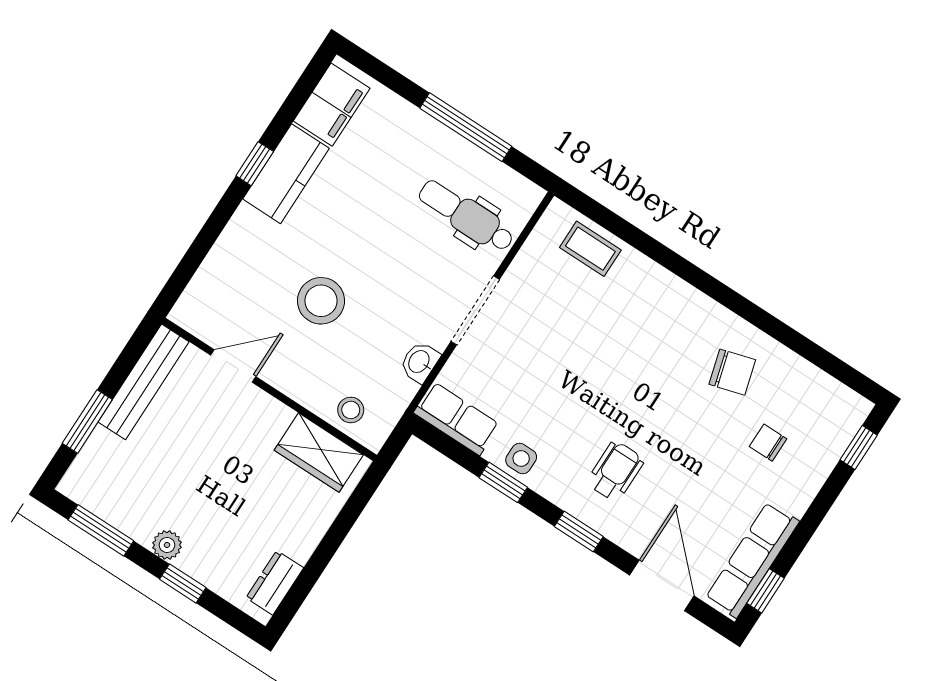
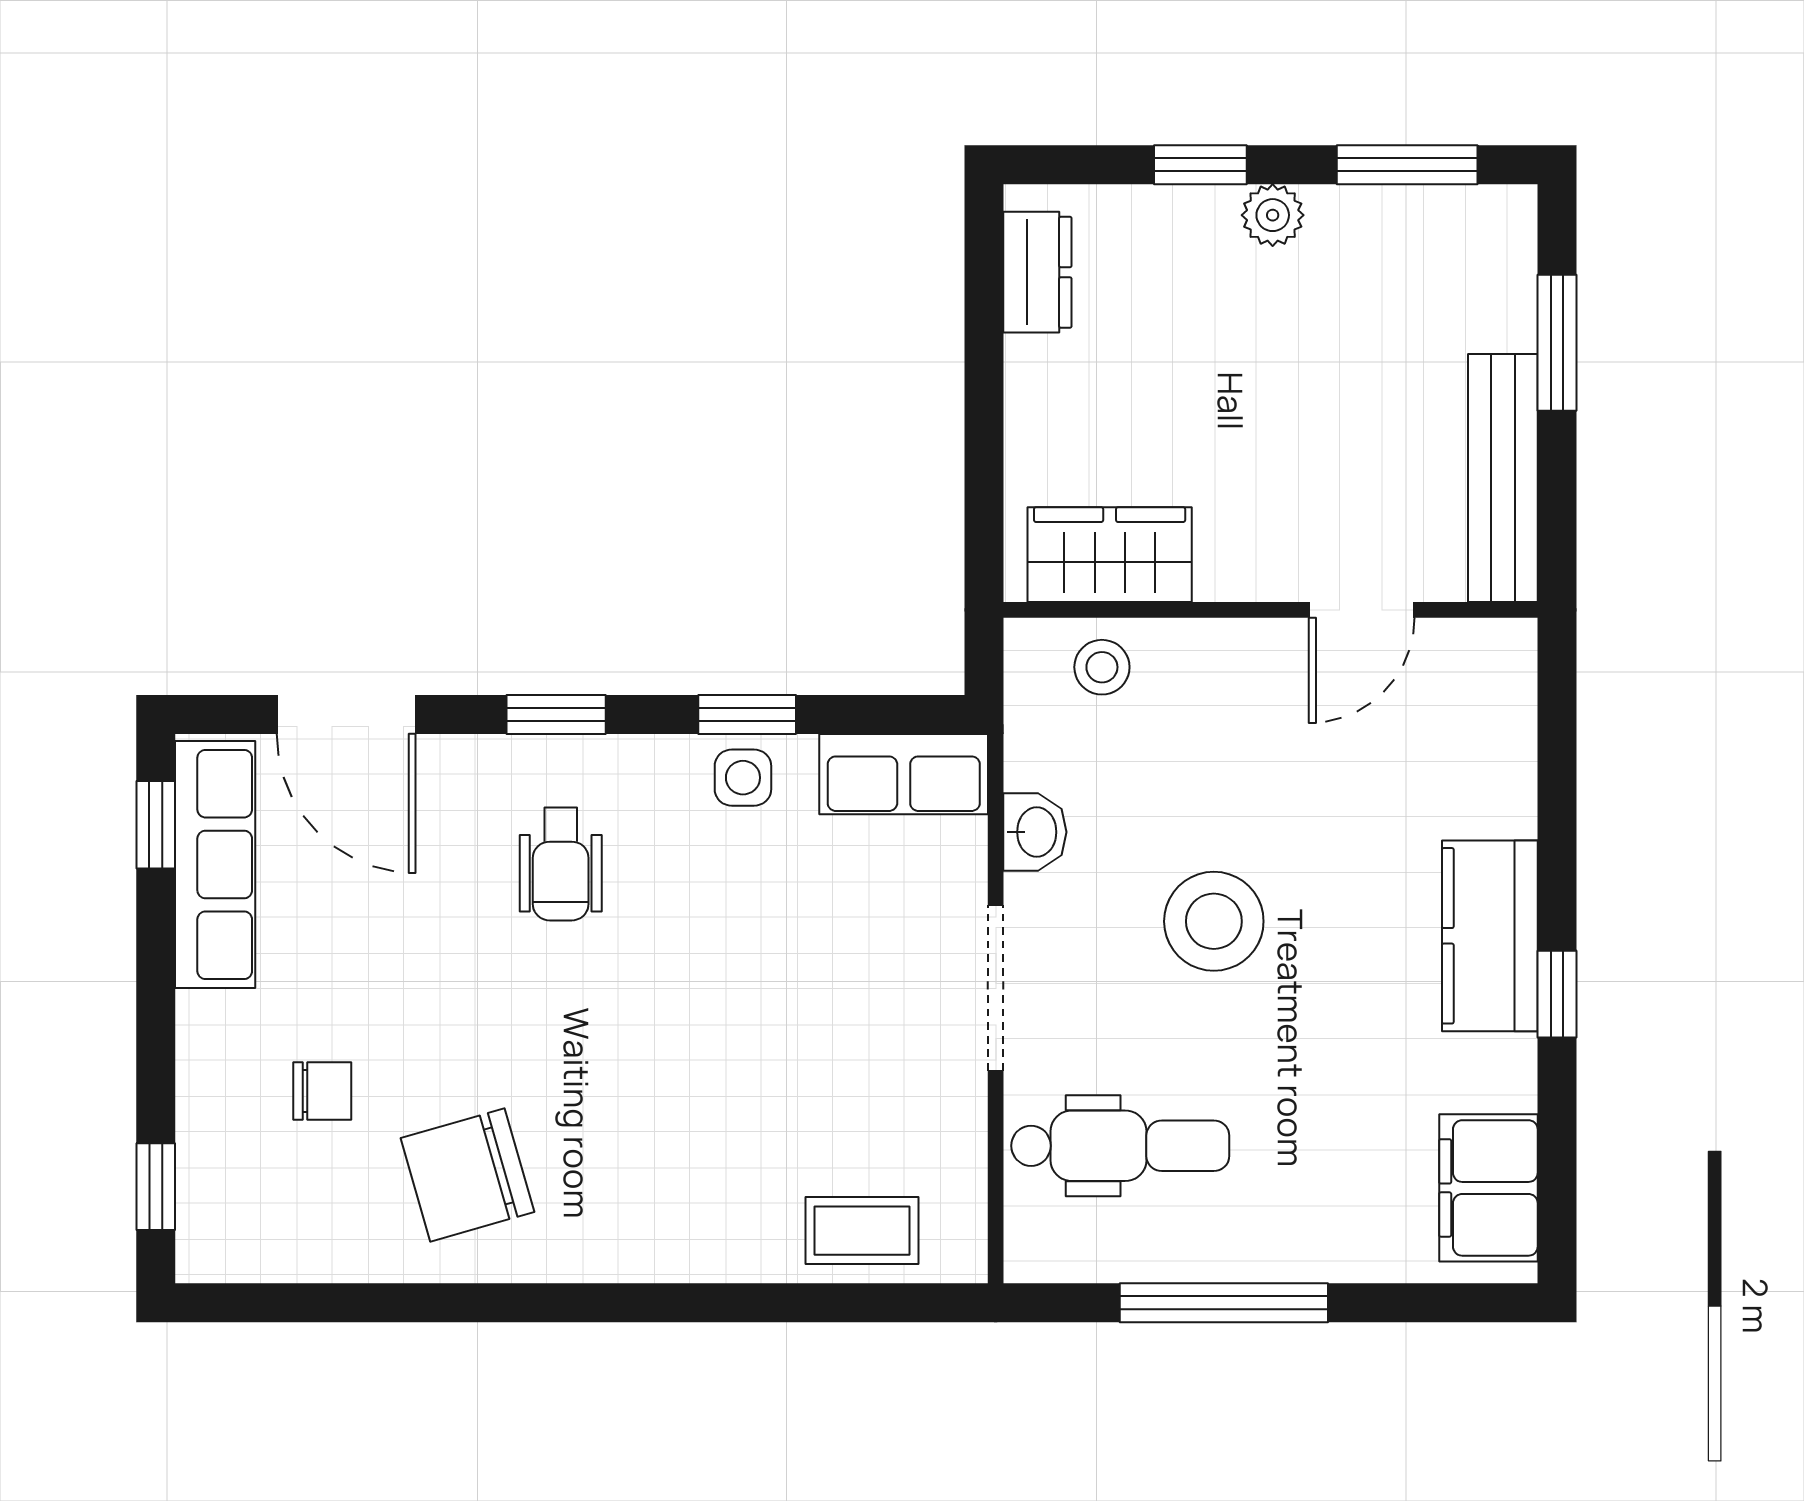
kitchen counter: (286, 174) -> (1490, 936), moved
stool: (321, 301) -> (1214, 921), moved
chair: (732, 372) -> (467, 1175), width x1.37, depth x1.37

